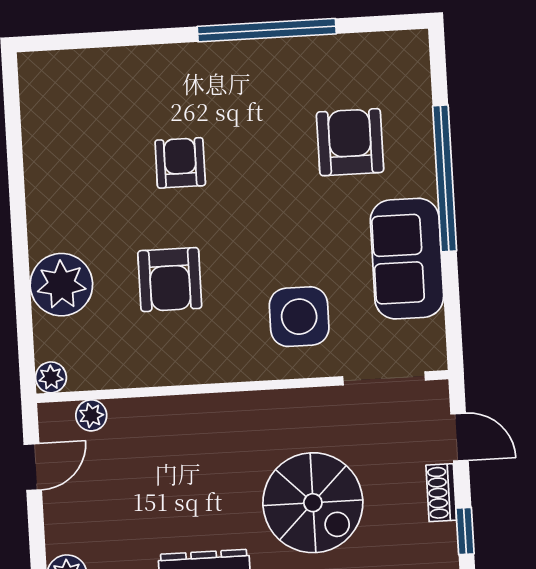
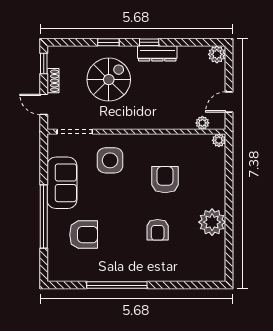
armchair: (350, 142) -> (84, 235), turned -90
plant: (61, 285) -> (212, 222), moved
spiral stairs: (313, 503) -> (109, 80), turned 90

